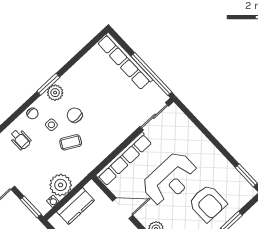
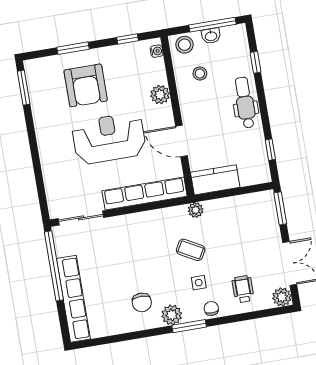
window: (48, 84) -> (189, 326), moved
chair: (75, 115) -> (142, 302), moved
plant: (61, 185) -> (196, 210), moved, width x0.53, depth x0.53
water cooler: (53, 201) -> (252, 199), removed
armchair: (207, 203) -> (86, 85), turned 180
kitchen counter: (75, 206) -> (215, 180), moved

